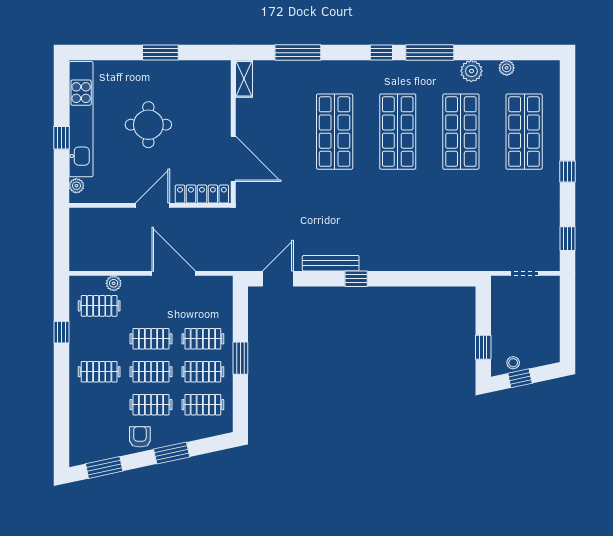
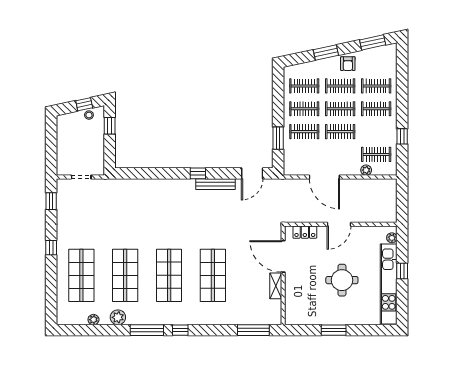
window: (298, 53) -> (253, 330), moved
shelving: (244, 79) -> (276, 286), moved
locker: (202, 194) -> (305, 232), width x0.66
window: (240, 358) -> (278, 138), moved
clothes rail: (99, 405) -> (376, 86), added

